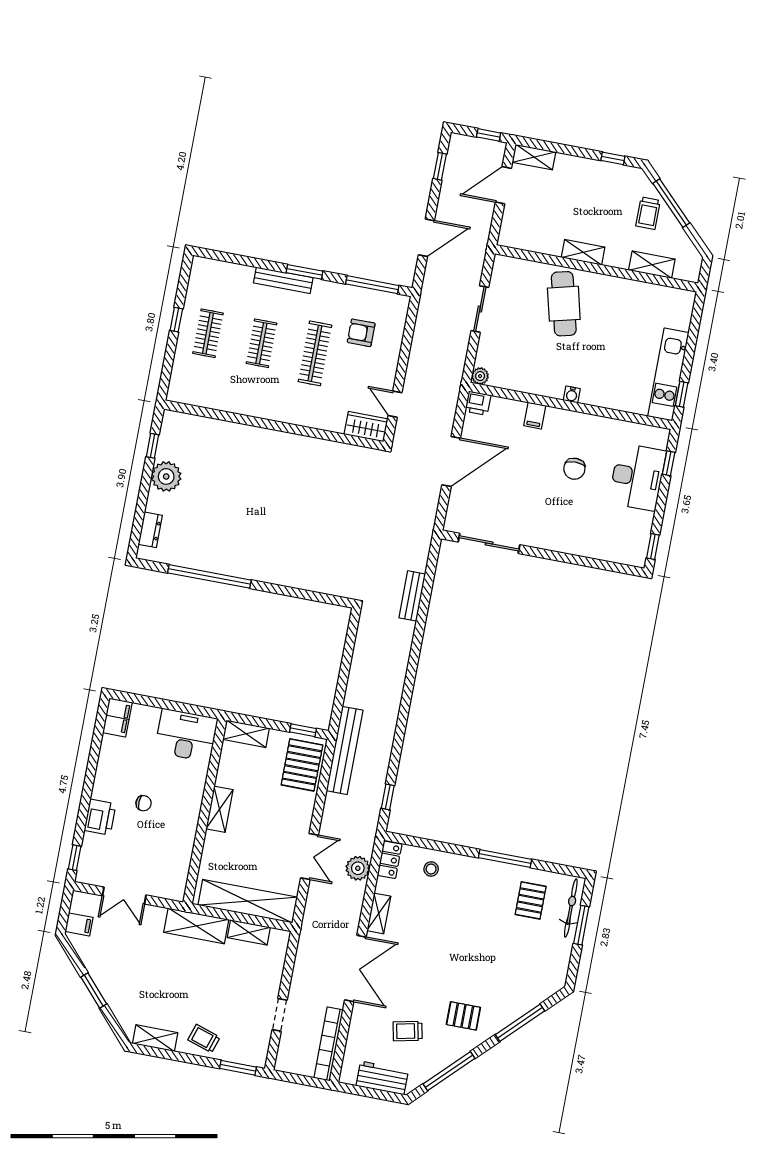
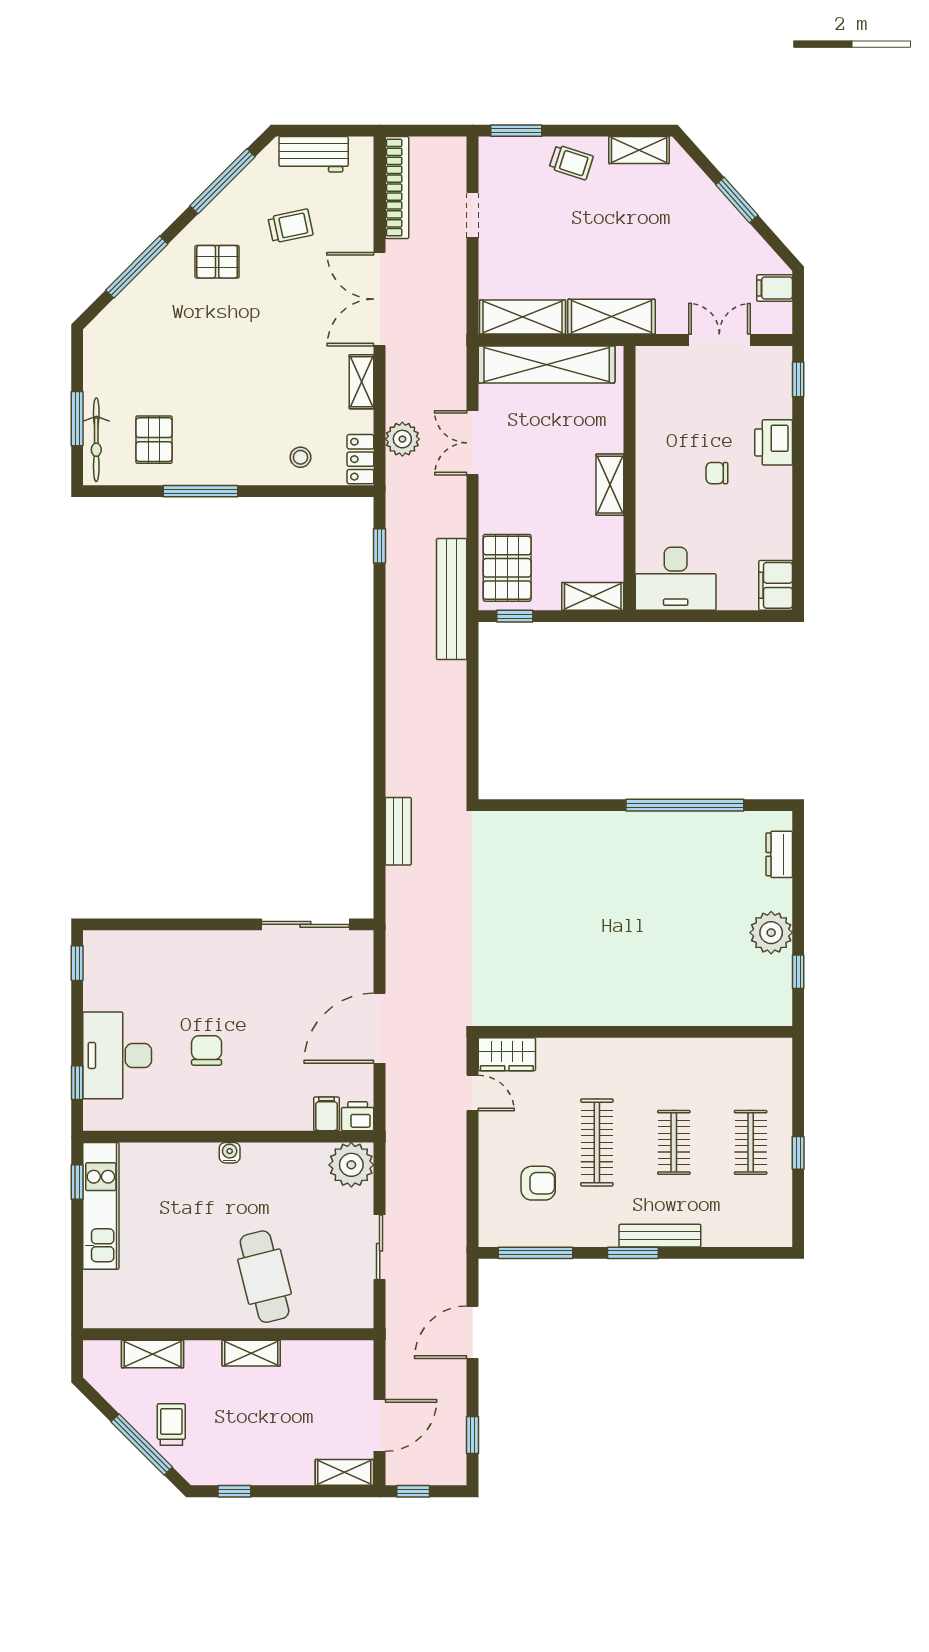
plant: (480, 376) -> (351, 1165), width x1.87, depth x1.87
filing cabinet: (535, 416) -> (327, 1114), moved
shelving: (249, 932) -> (522, 317), width x1.50, depth x1.33

